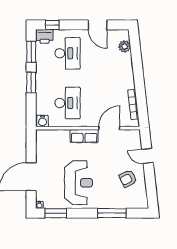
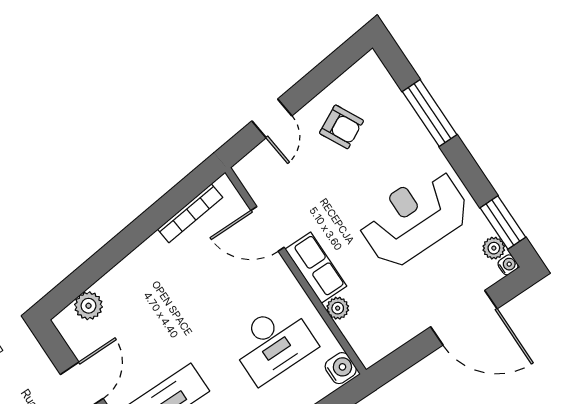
desk: (67, 103) -> (273, 343), turned 180
plant: (65, 134) -> (338, 308), added
plant: (49, 204) -> (494, 248), added

